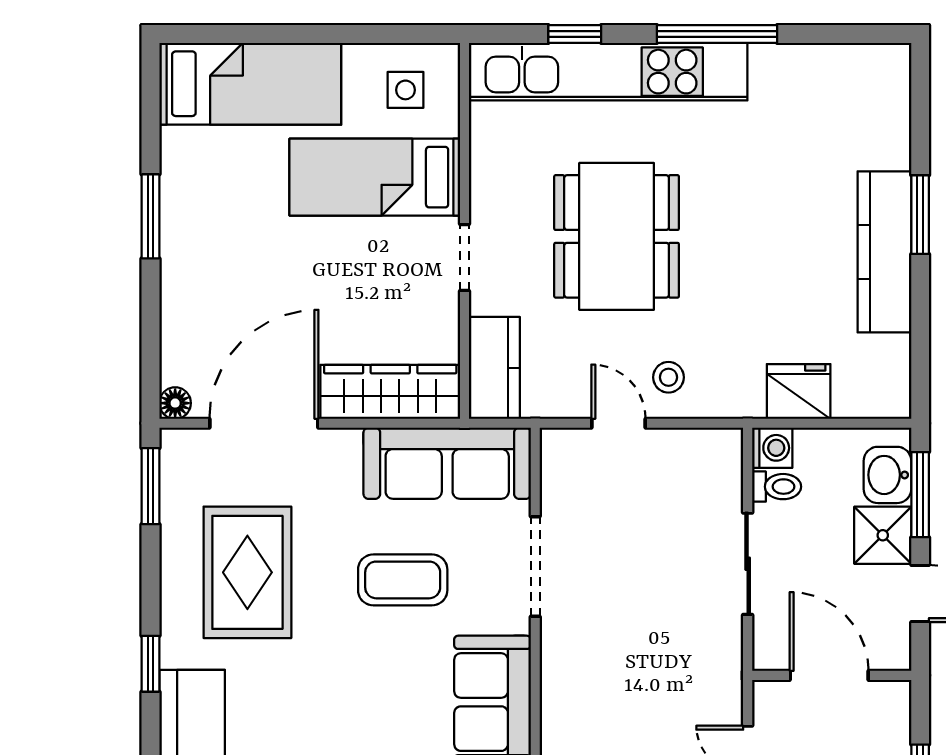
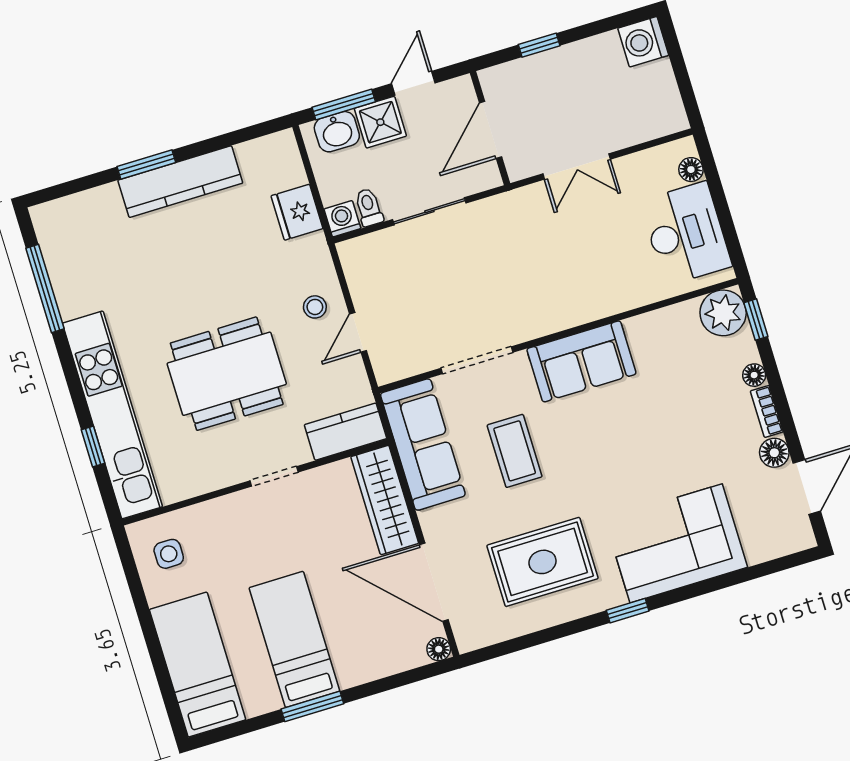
window: (717, 34) -> (45, 289), moved
bed: (375, 177) -> (294, 639), moved, turned 180
window: (151, 486) -> (503, 649), removed

